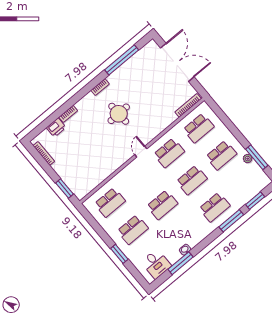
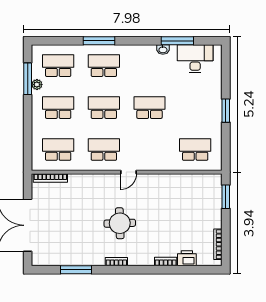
window: (122, 60) -> (76, 270), width x0.68
window: (255, 201) -> (62, 41), removed
school desk: (133, 230) -> (58, 66), moved
window: (119, 254) -> (226, 111), moved
desk: (156, 264) -> (195, 59), width x1.37

